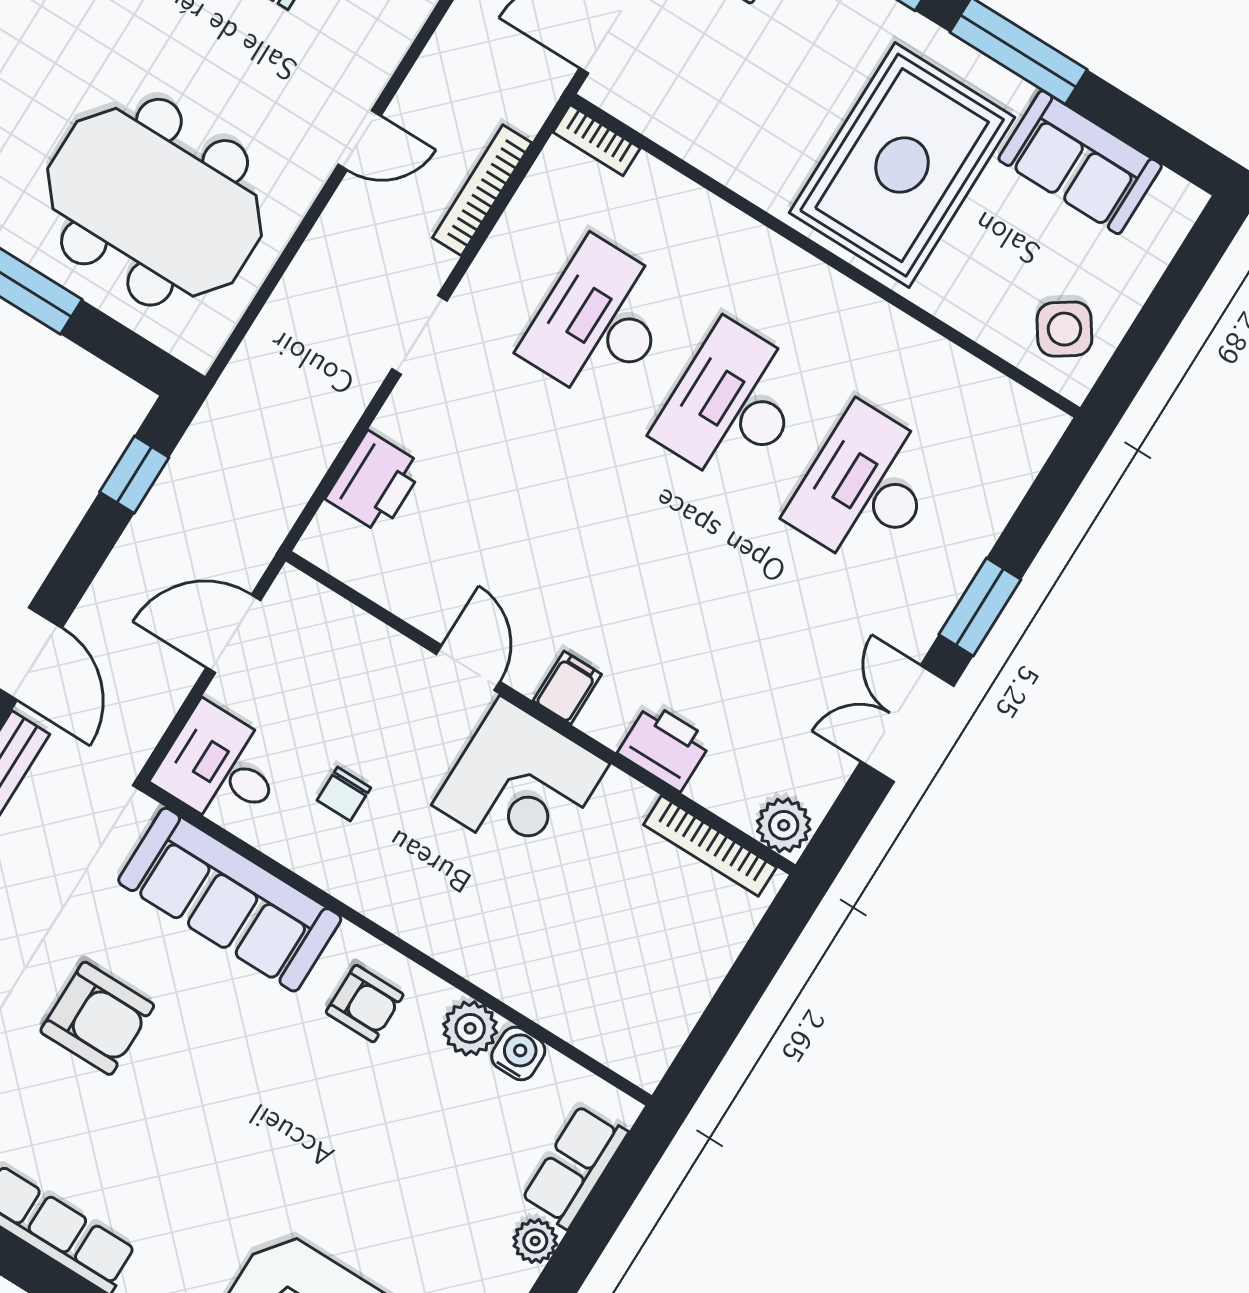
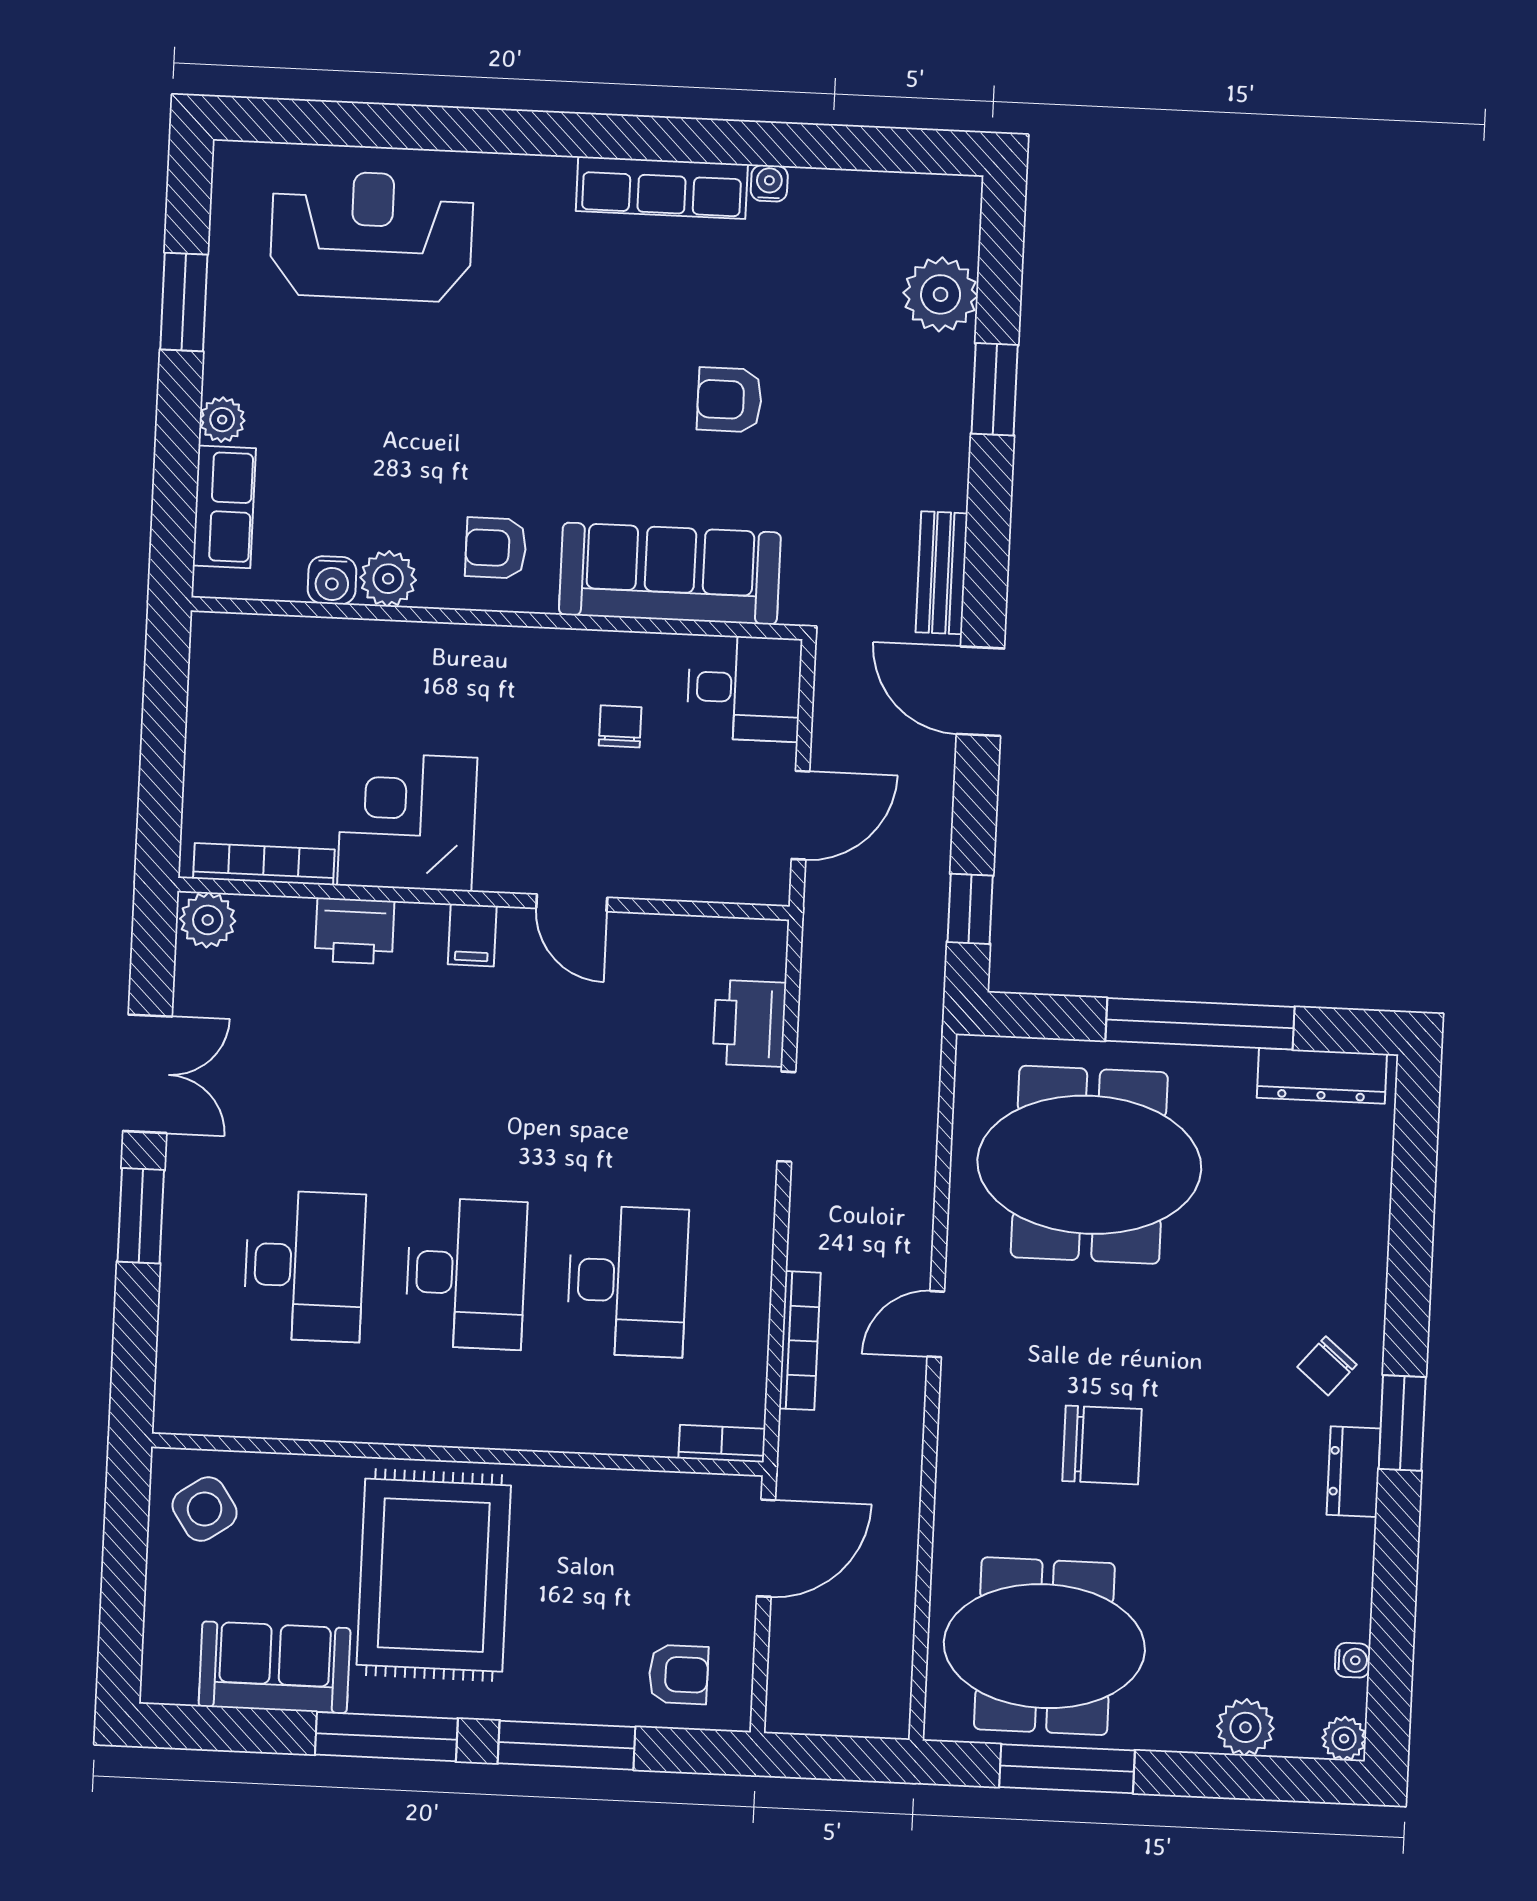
doorway: (420, 335) -> (786, 1117), moved
corner desk: (521, 784) -> (407, 822), moved
armchair: (97, 1018) -> (730, 400), width x0.72, depth x0.72

